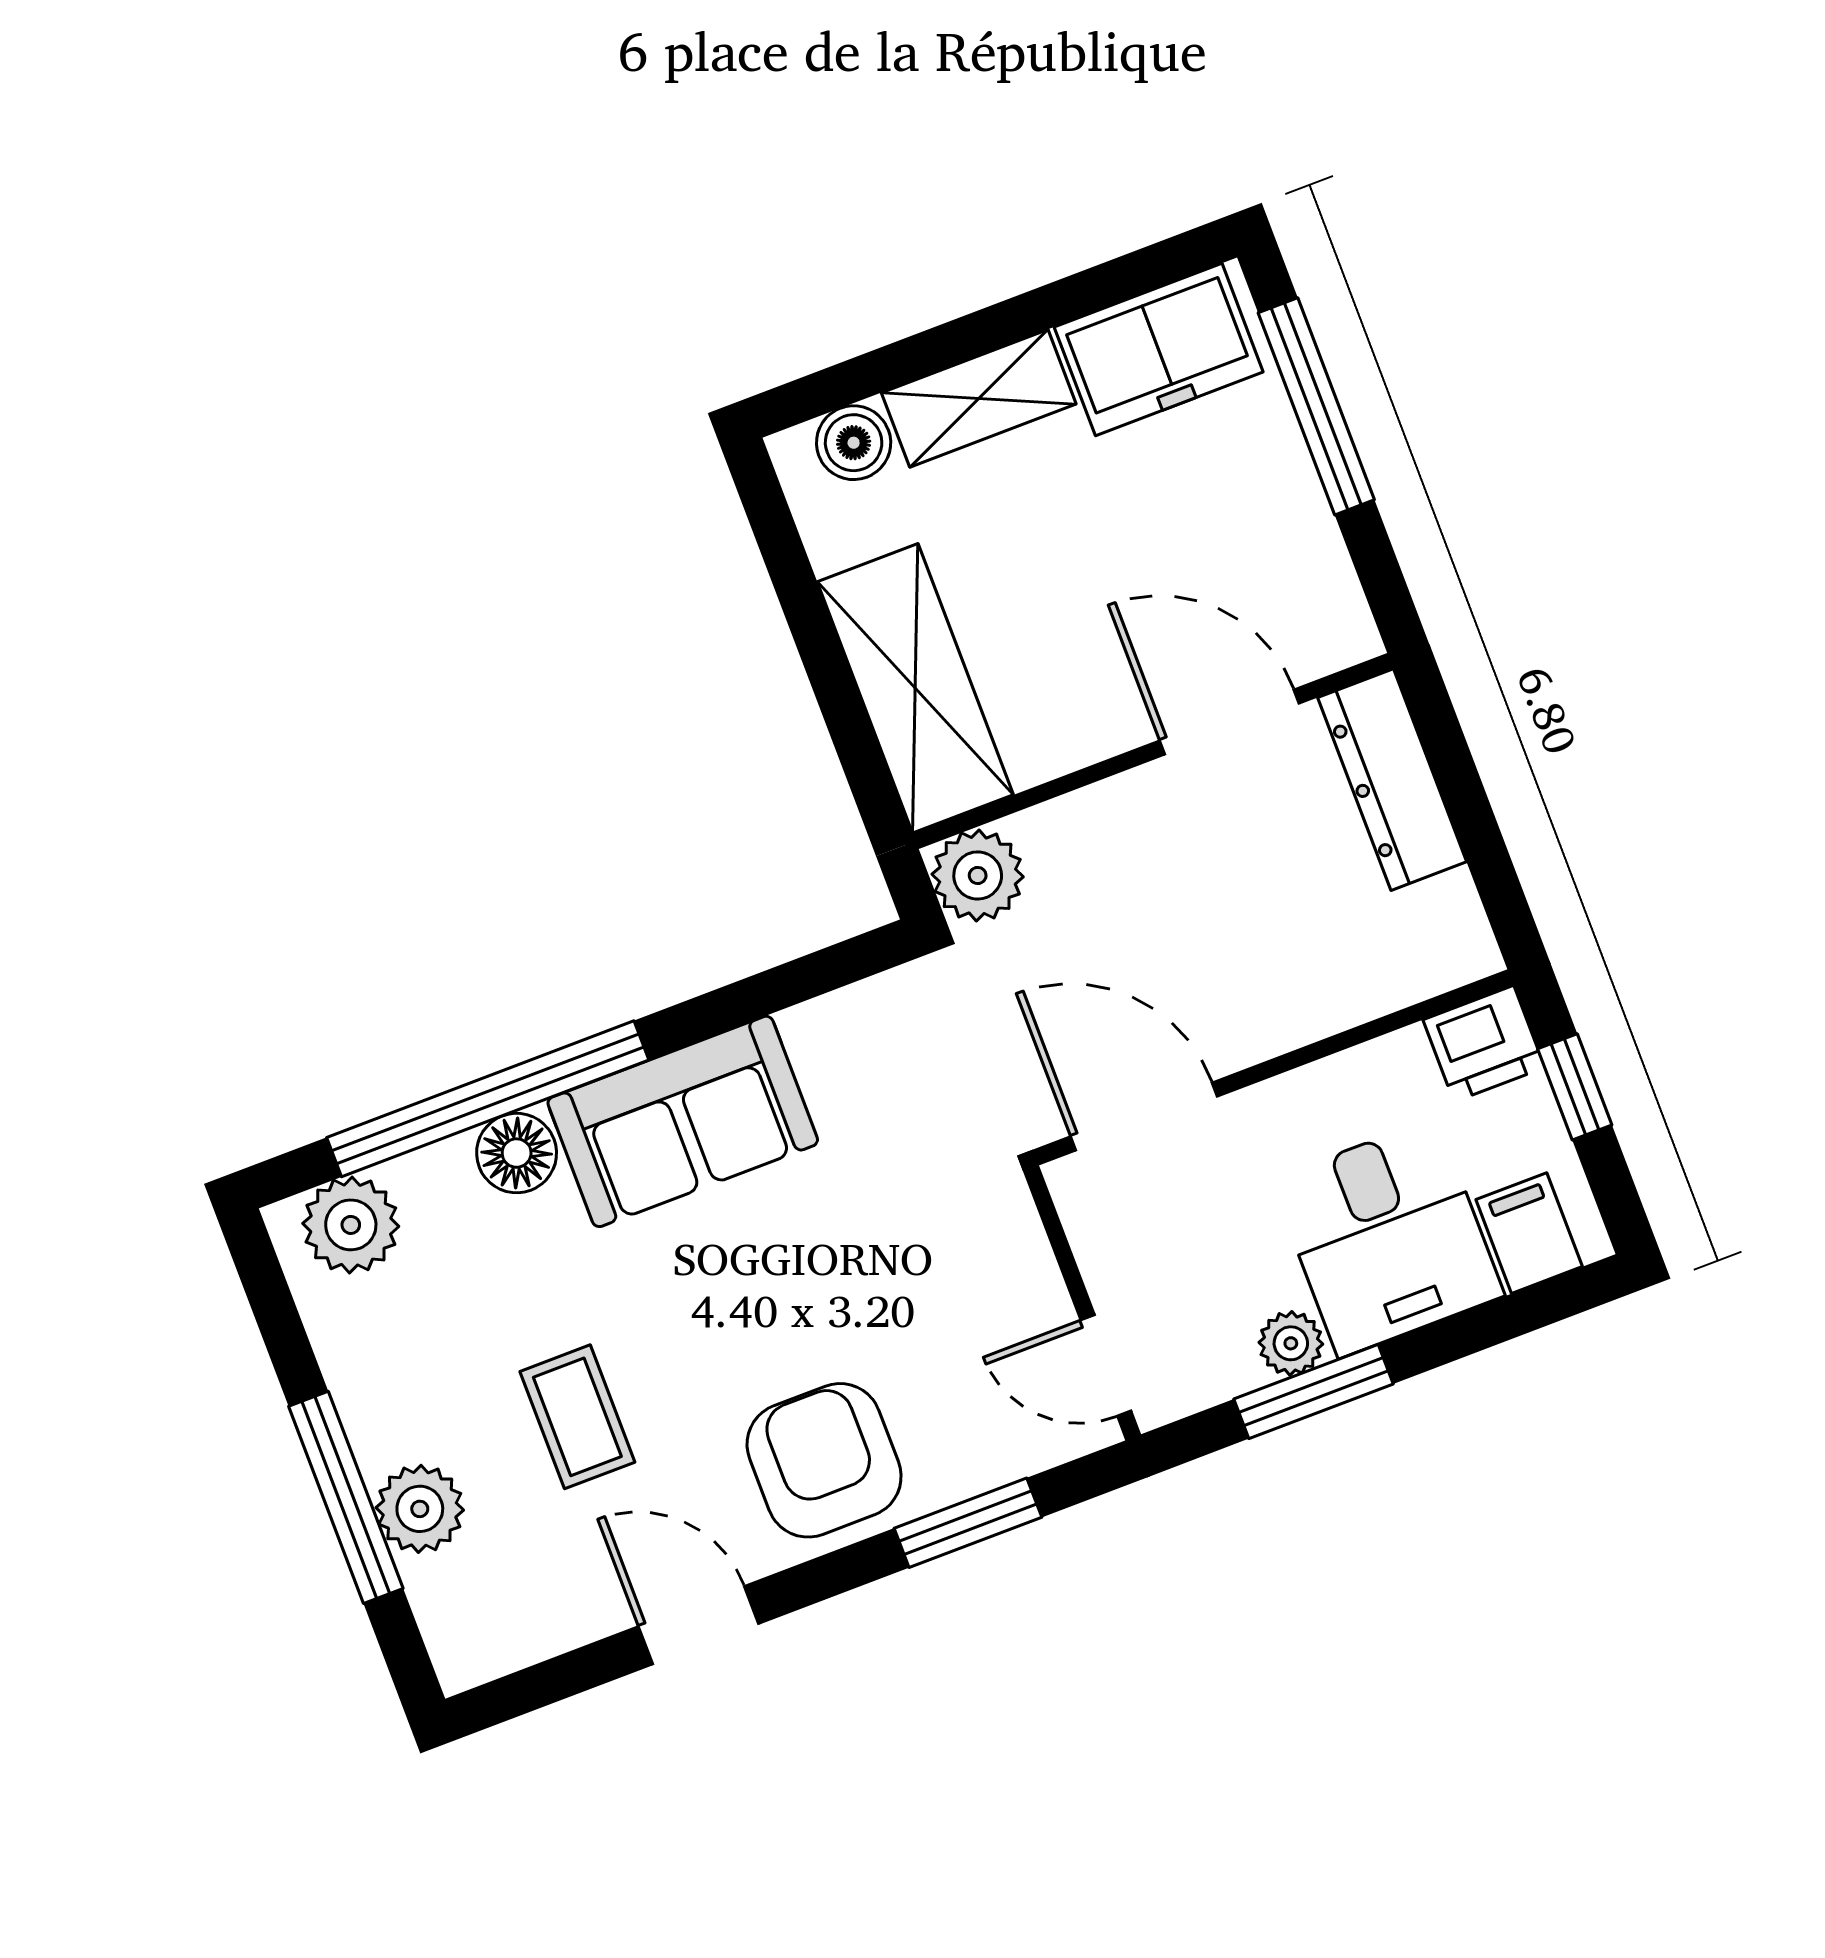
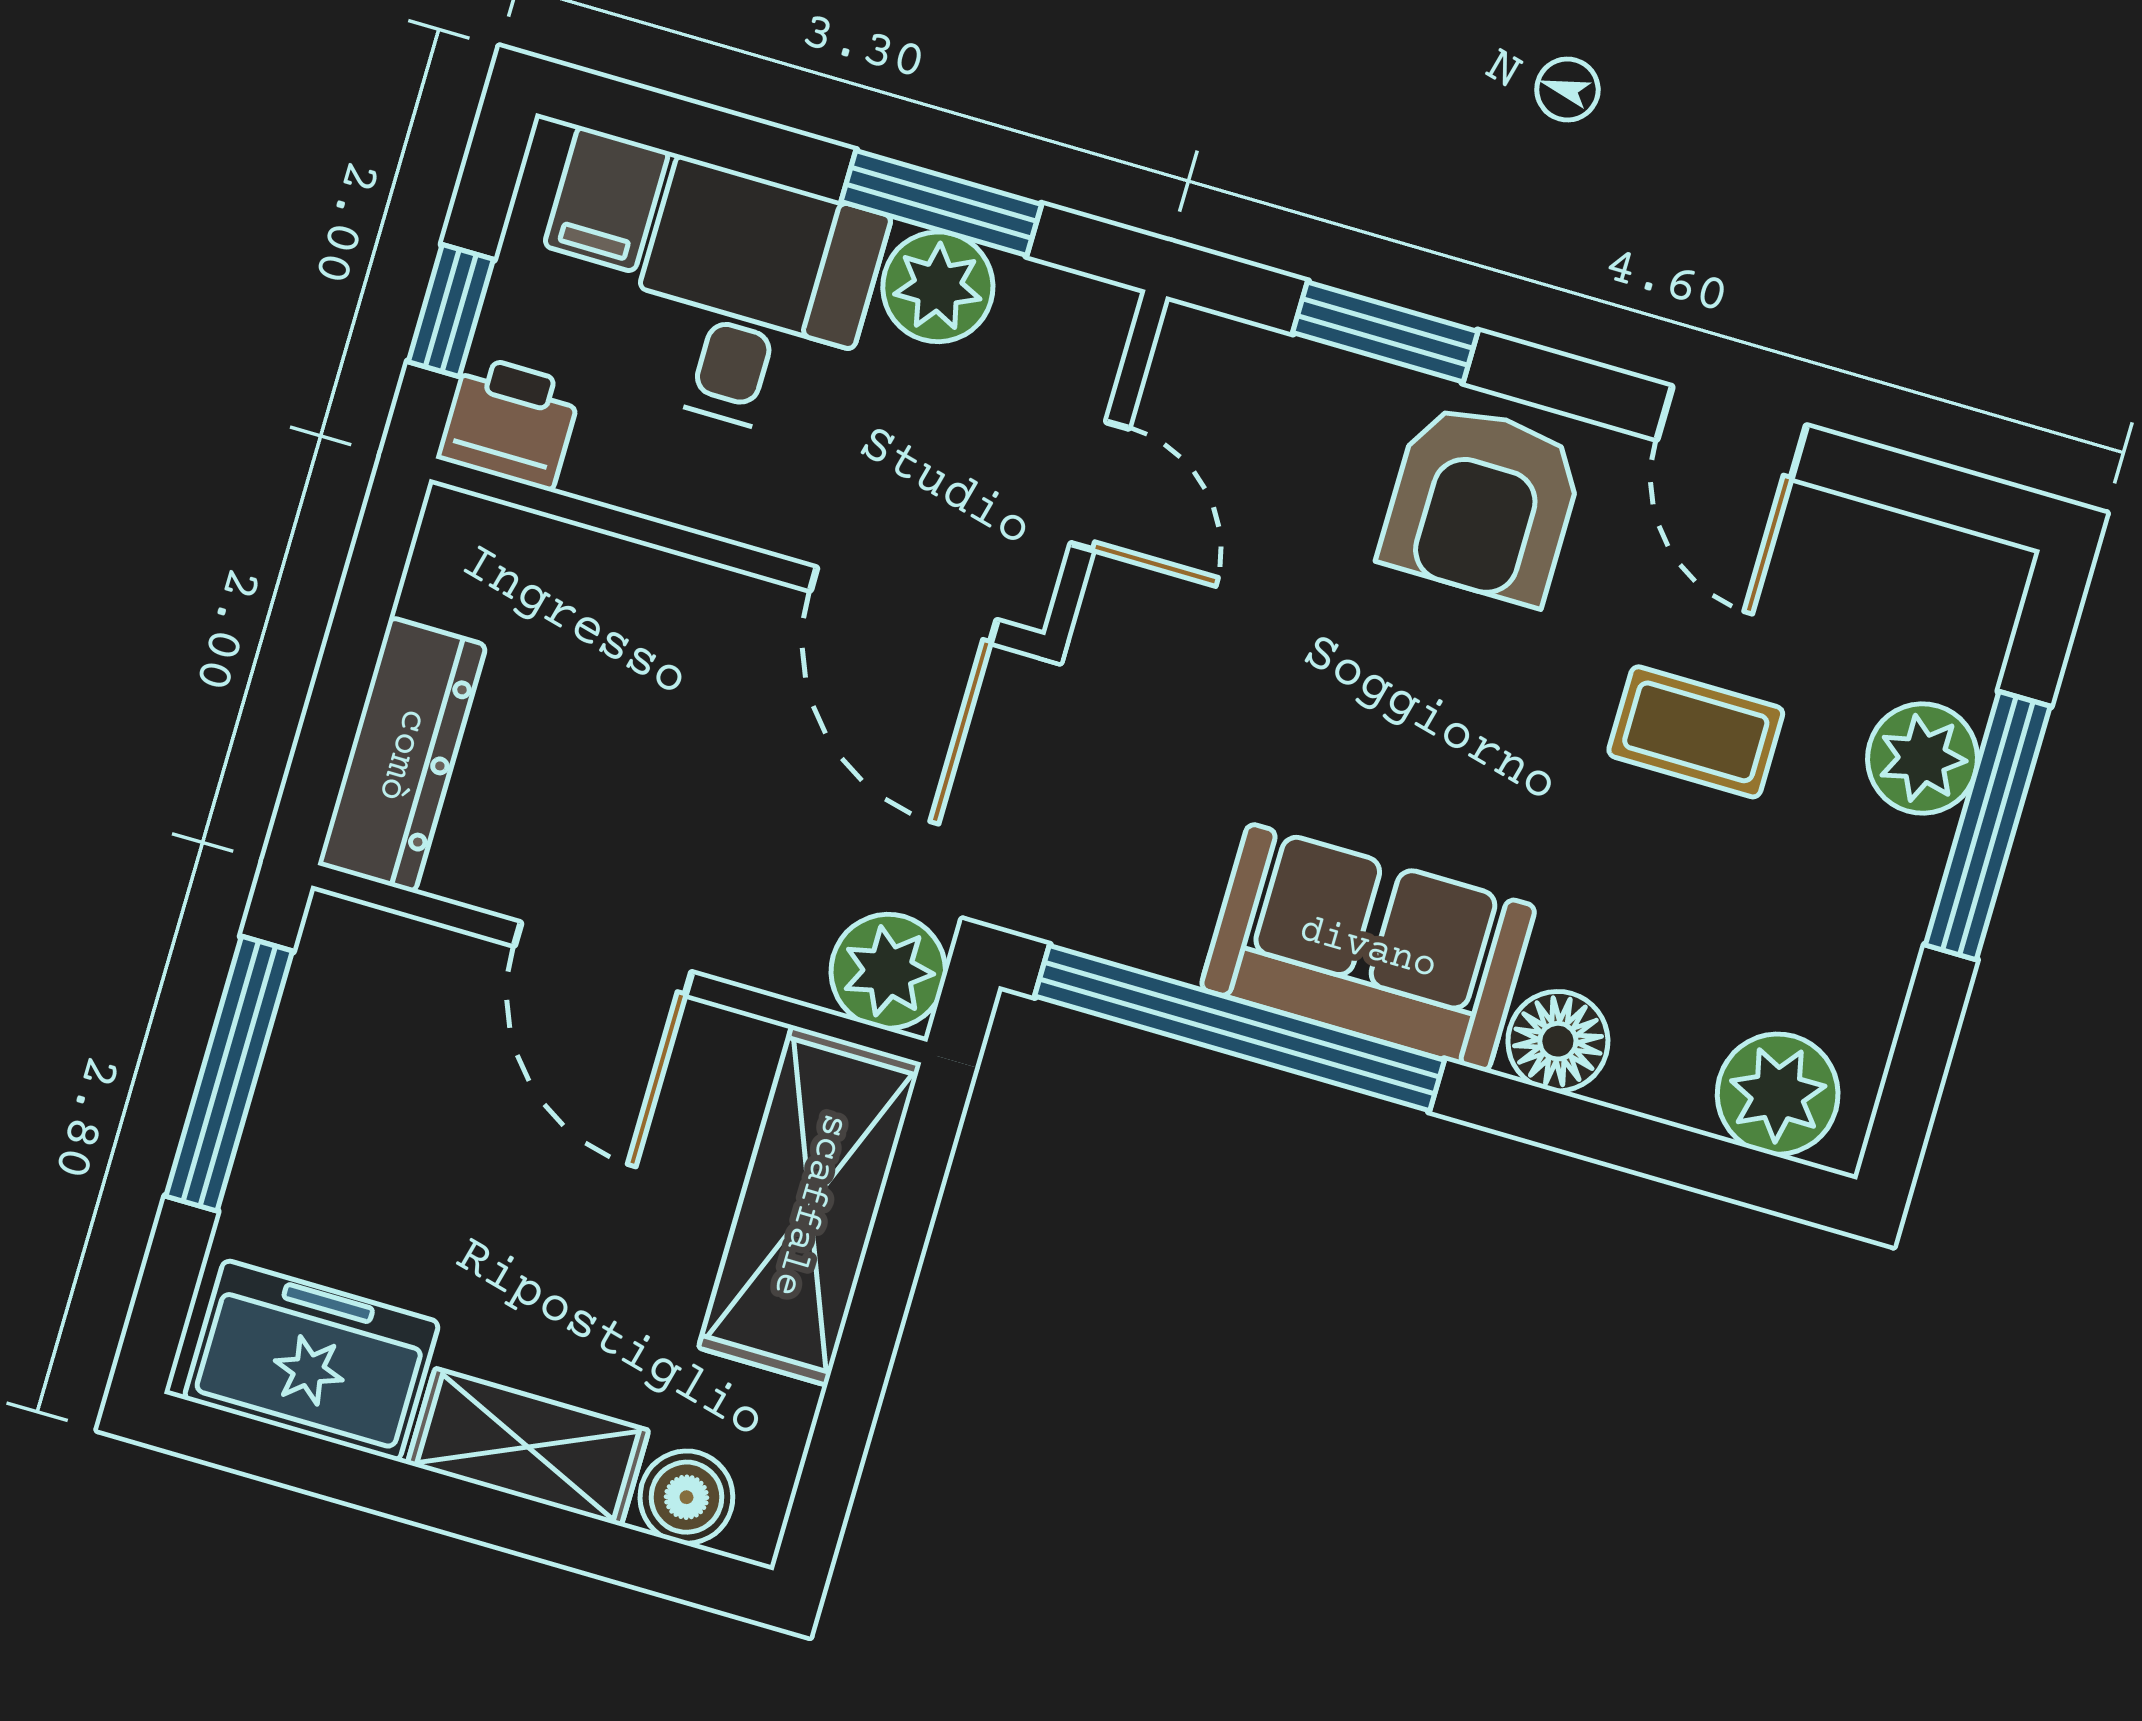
window: (1316, 406) -> (229, 1074), moved
door: (1229, 722) -> (603, 959), moved
window: (488, 1099) -> (1239, 1028), moved
plant: (1291, 1343) -> (938, 287), width x1.38, depth x1.38
door: (1106, 1366) -> (1100, 486), moved
coffee table: (577, 1417) -> (1696, 732), turned 90

